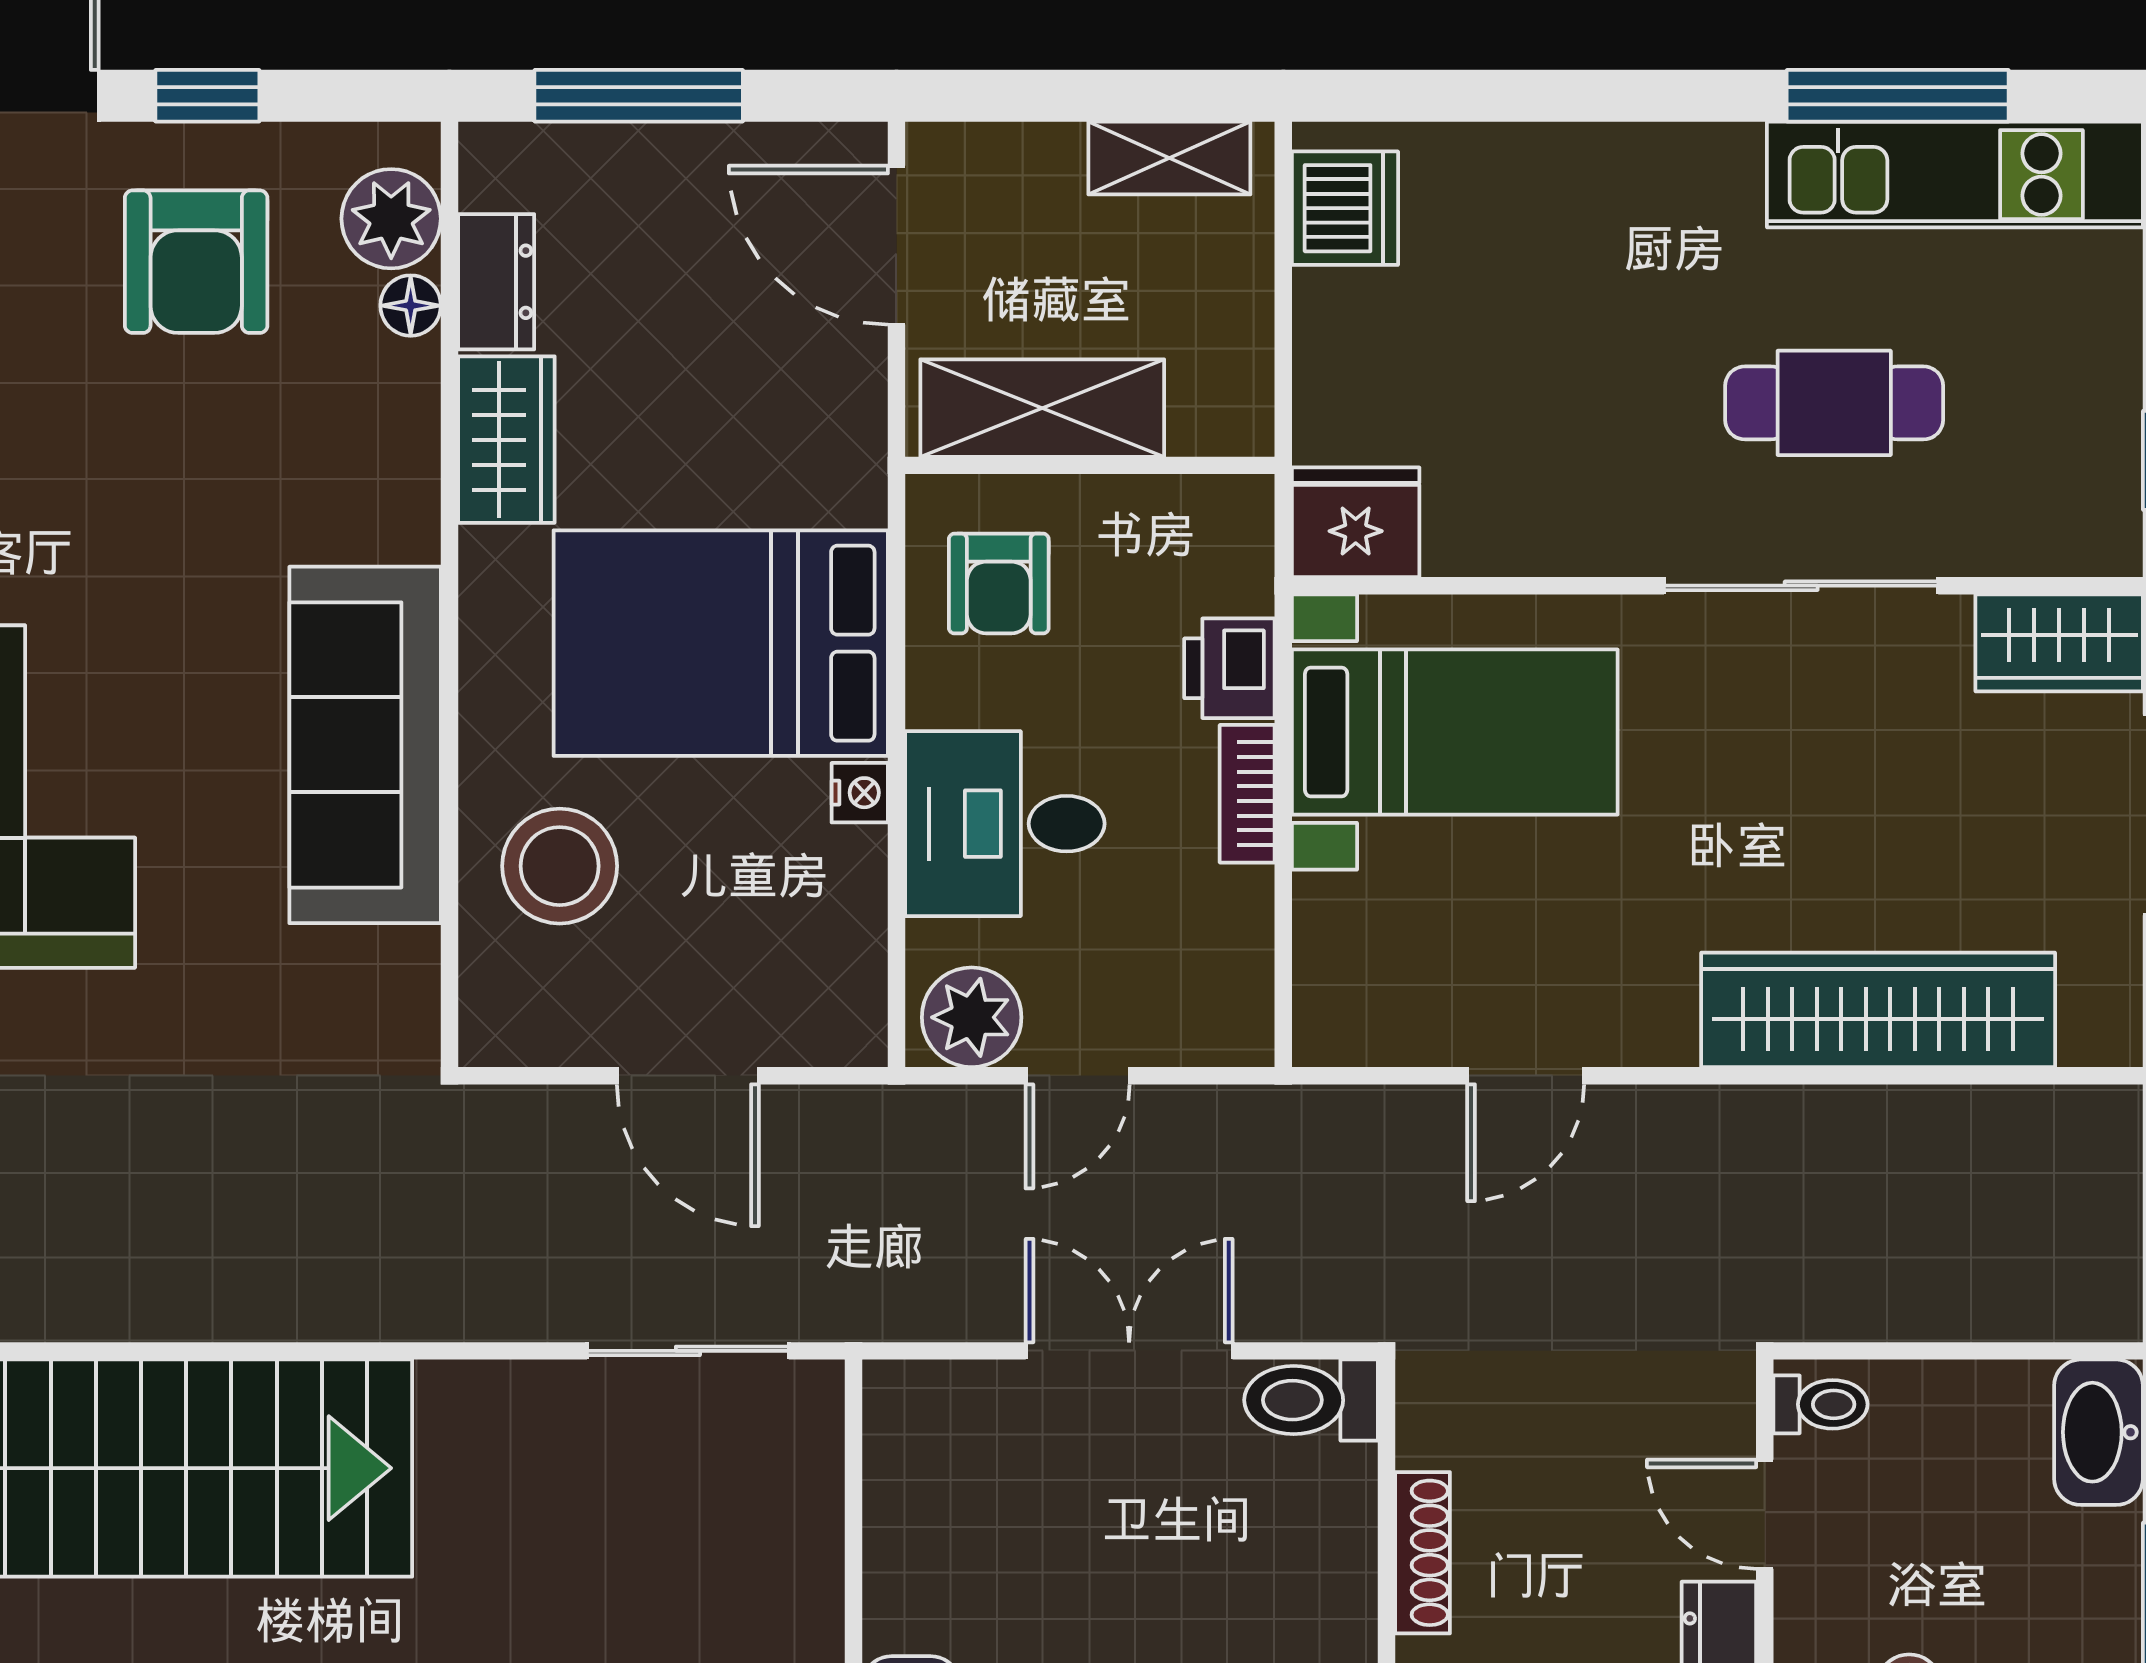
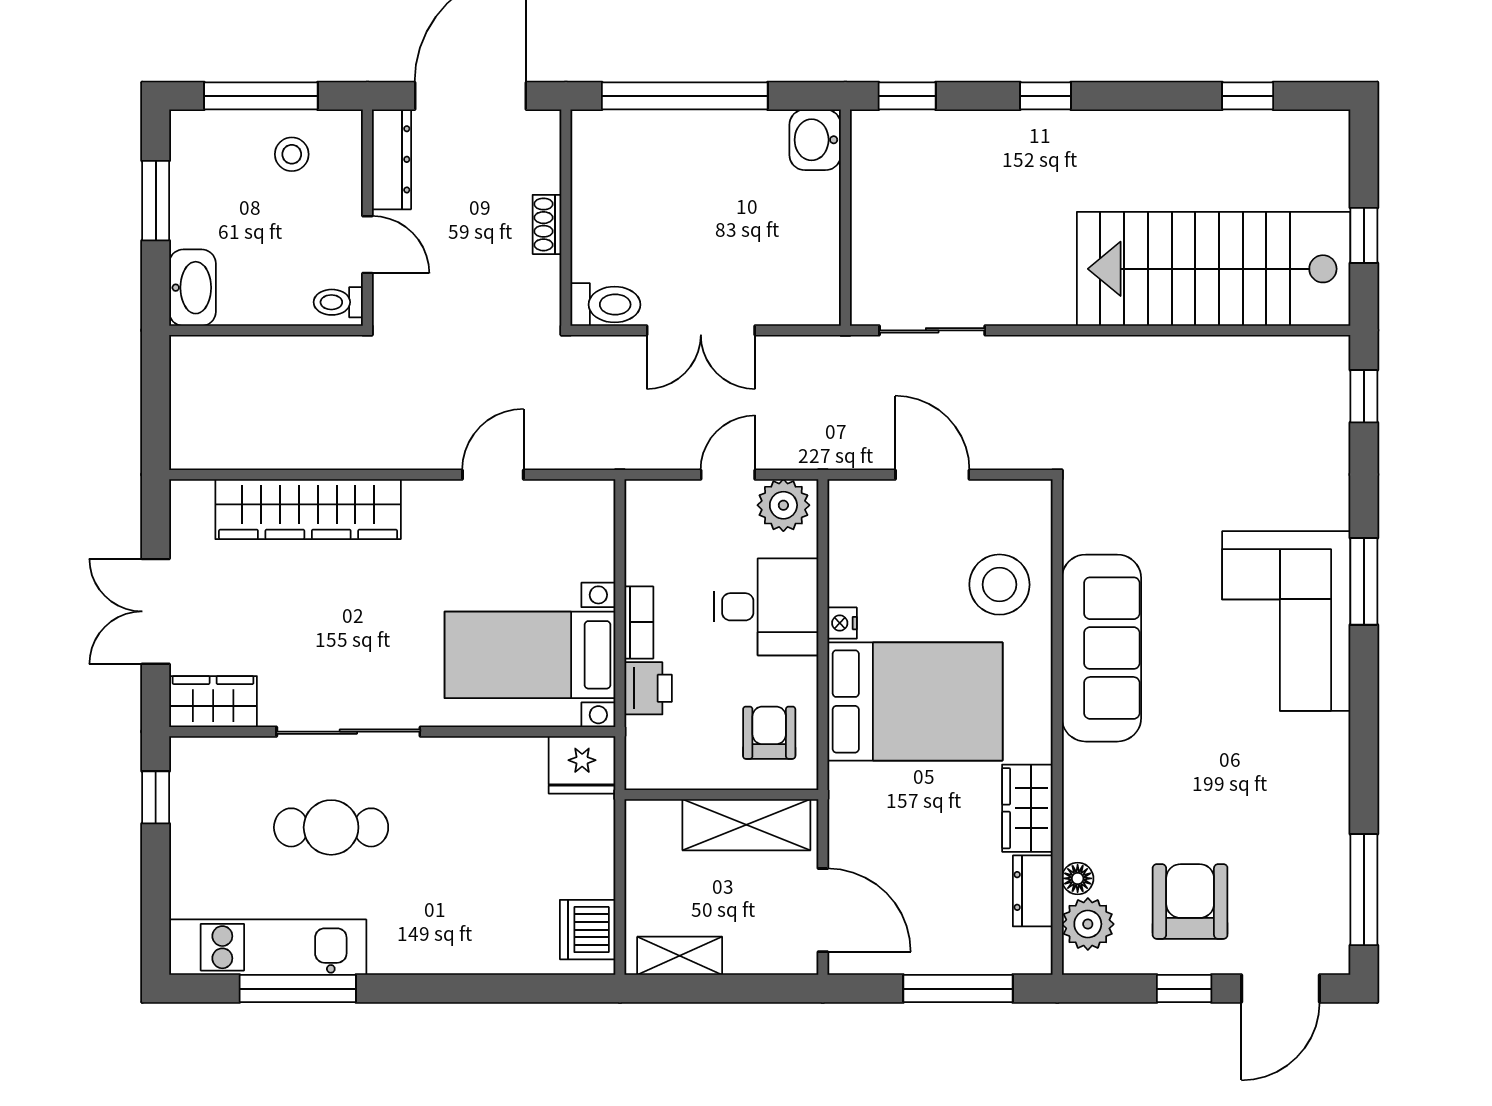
shoe rack: (1423, 1553) -> (547, 224), width x0.70

